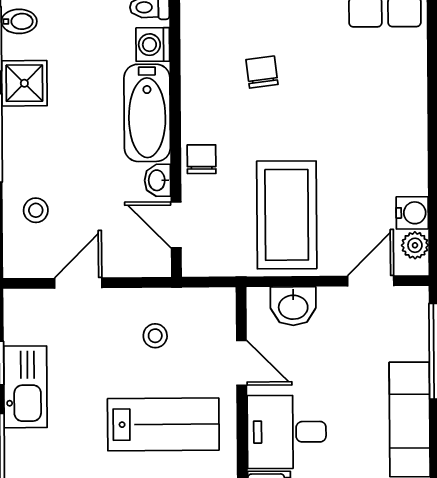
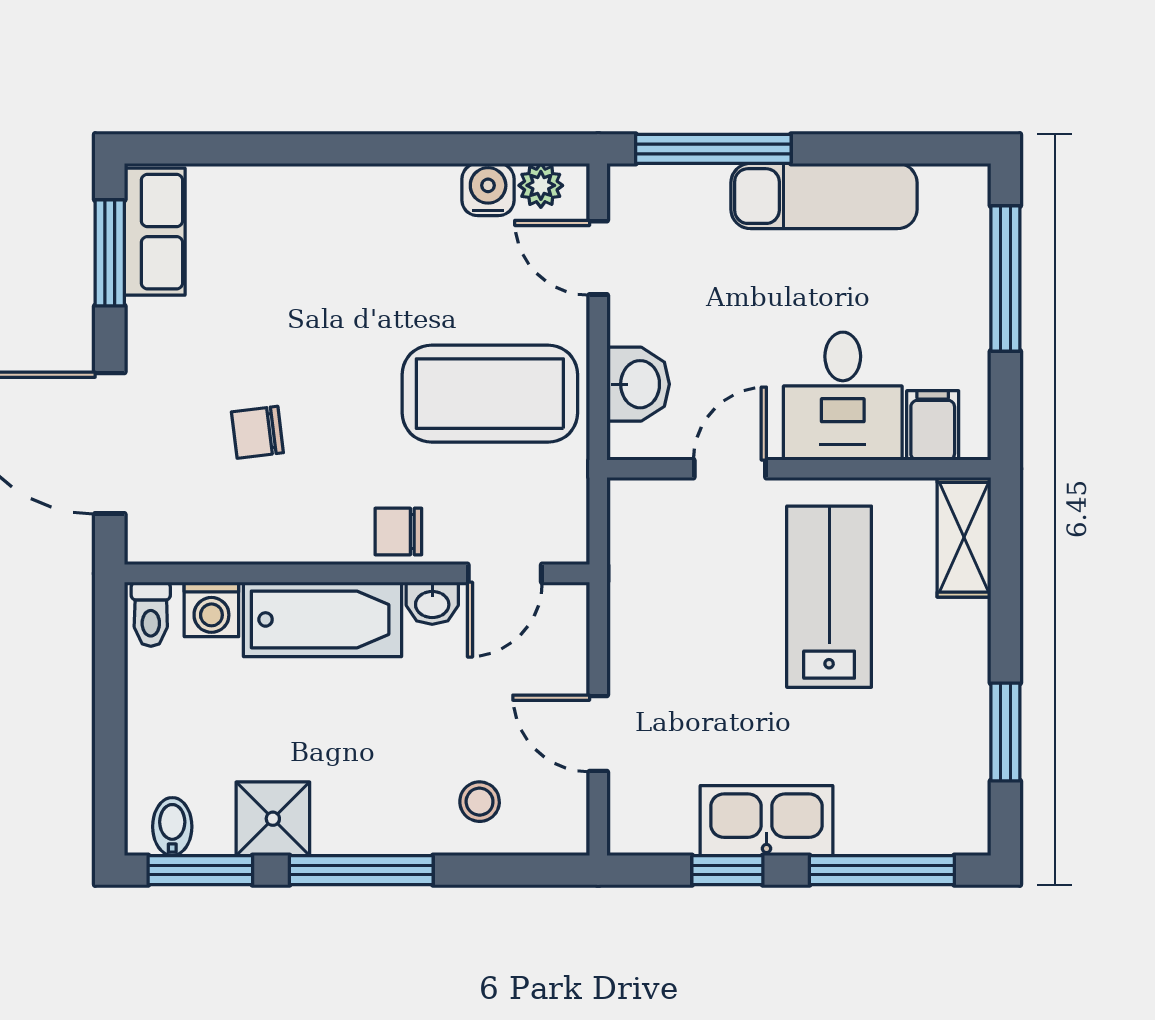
stool: (155, 336) -> (685, 609), removed

